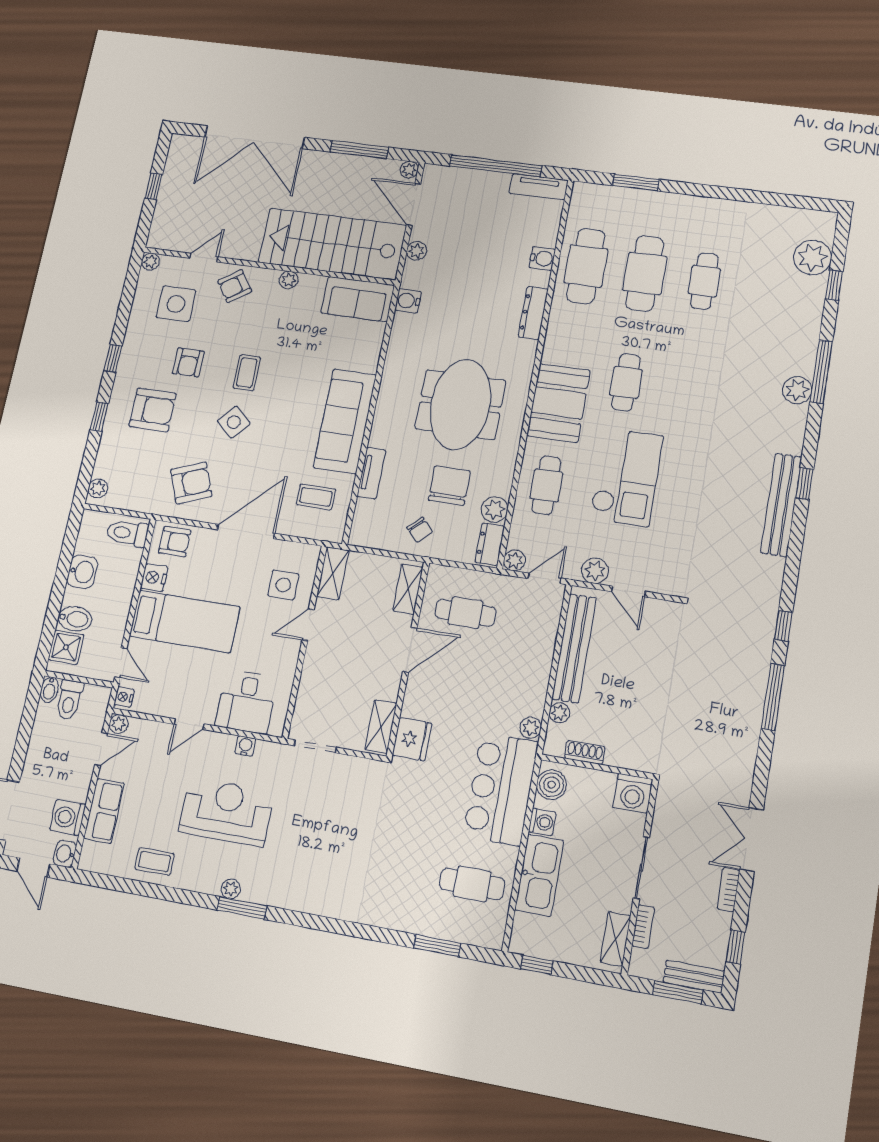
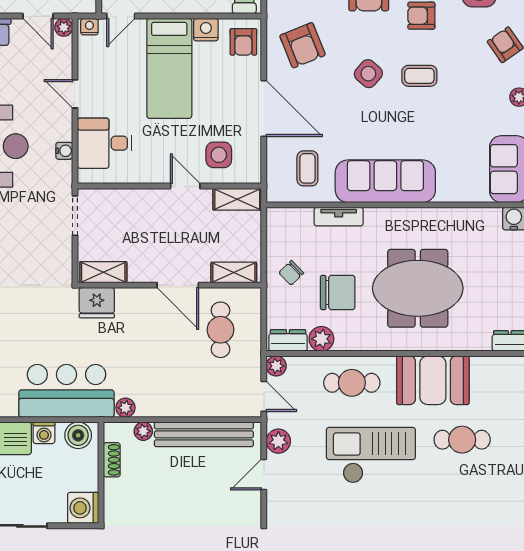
checkout: (626, 477) -> (371, 455), turned 180

